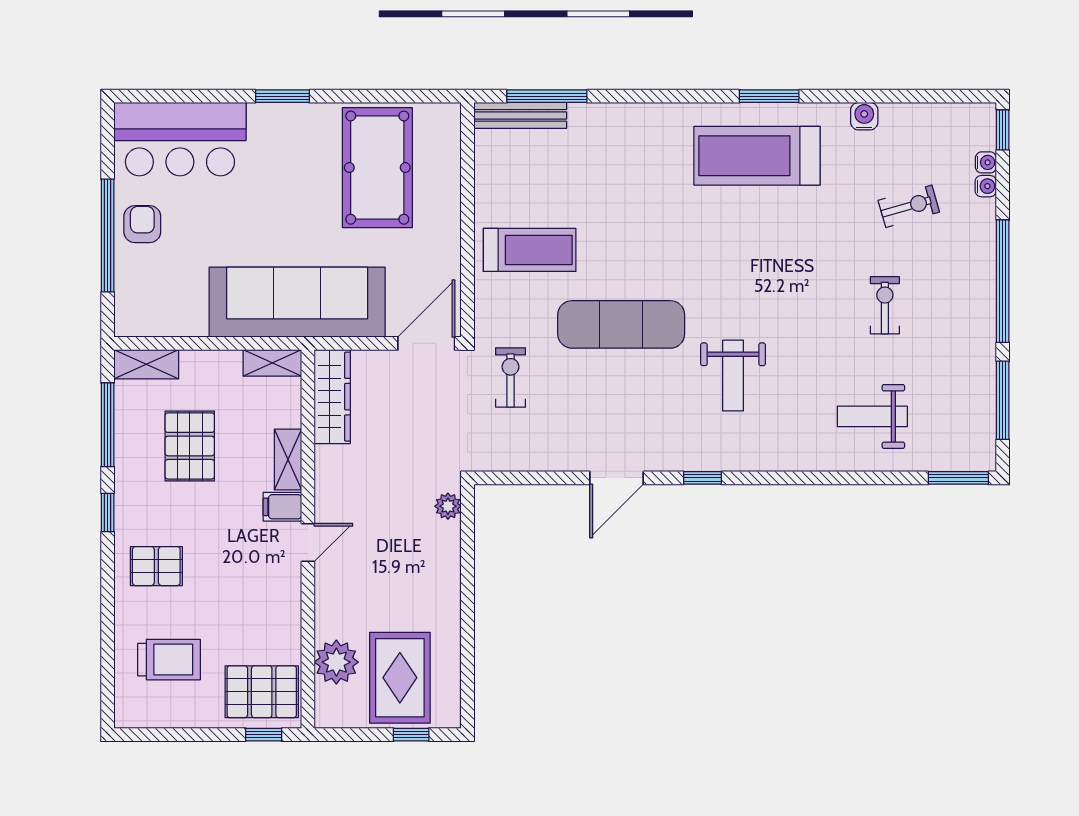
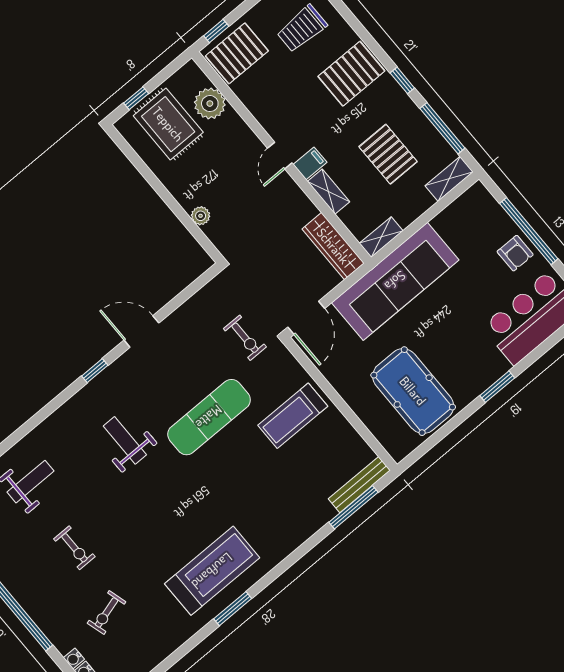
water cooler: (864, 116) -> (172, 641), removed
door: (617, 478) -> (141, 331), hinge flipped
plant: (448, 506) -> (201, 216), moved
pallet: (156, 566) -> (351, 74), width x1.50, depth x1.42

